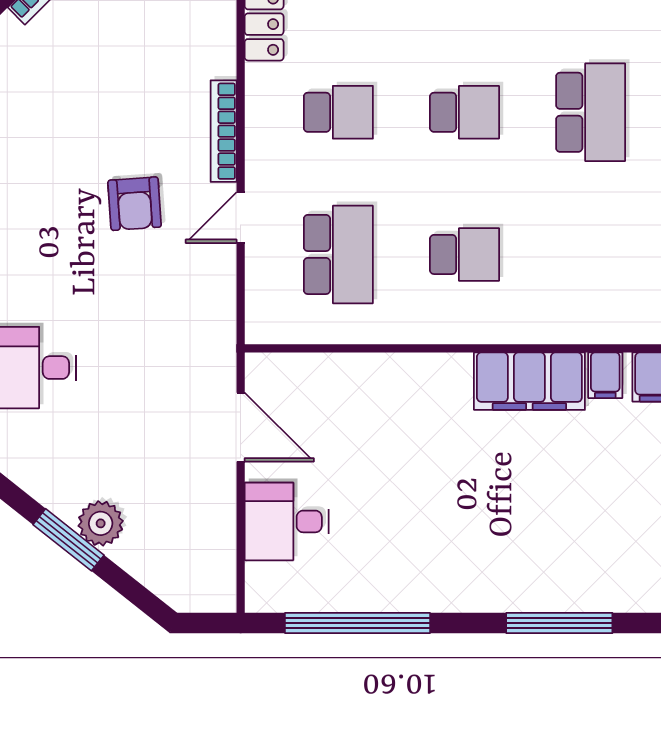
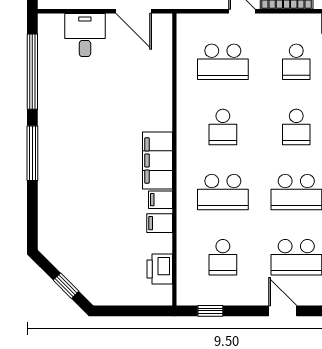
school desk: (591, 254) -> (223, 192), added
door: (241, 427) -> (134, 11), hinge flipped
window: (559, 623) -> (32, 153), moved

